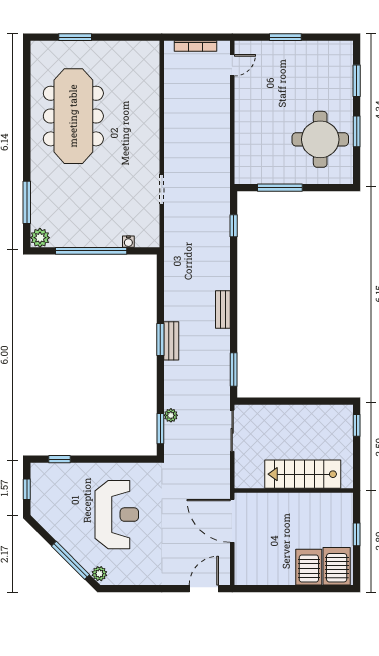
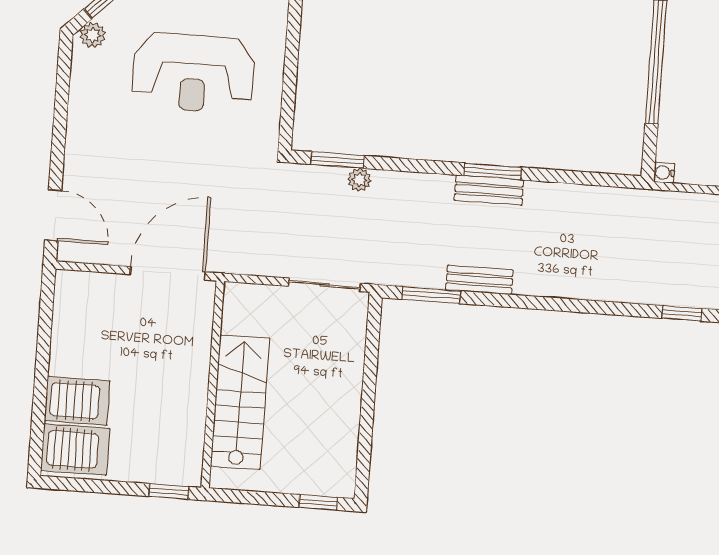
water cooler: (128, 242) -> (664, 173), moved
bench: (223, 310) -> (479, 280), moved
window: (357, 534) -> (169, 491), moved

